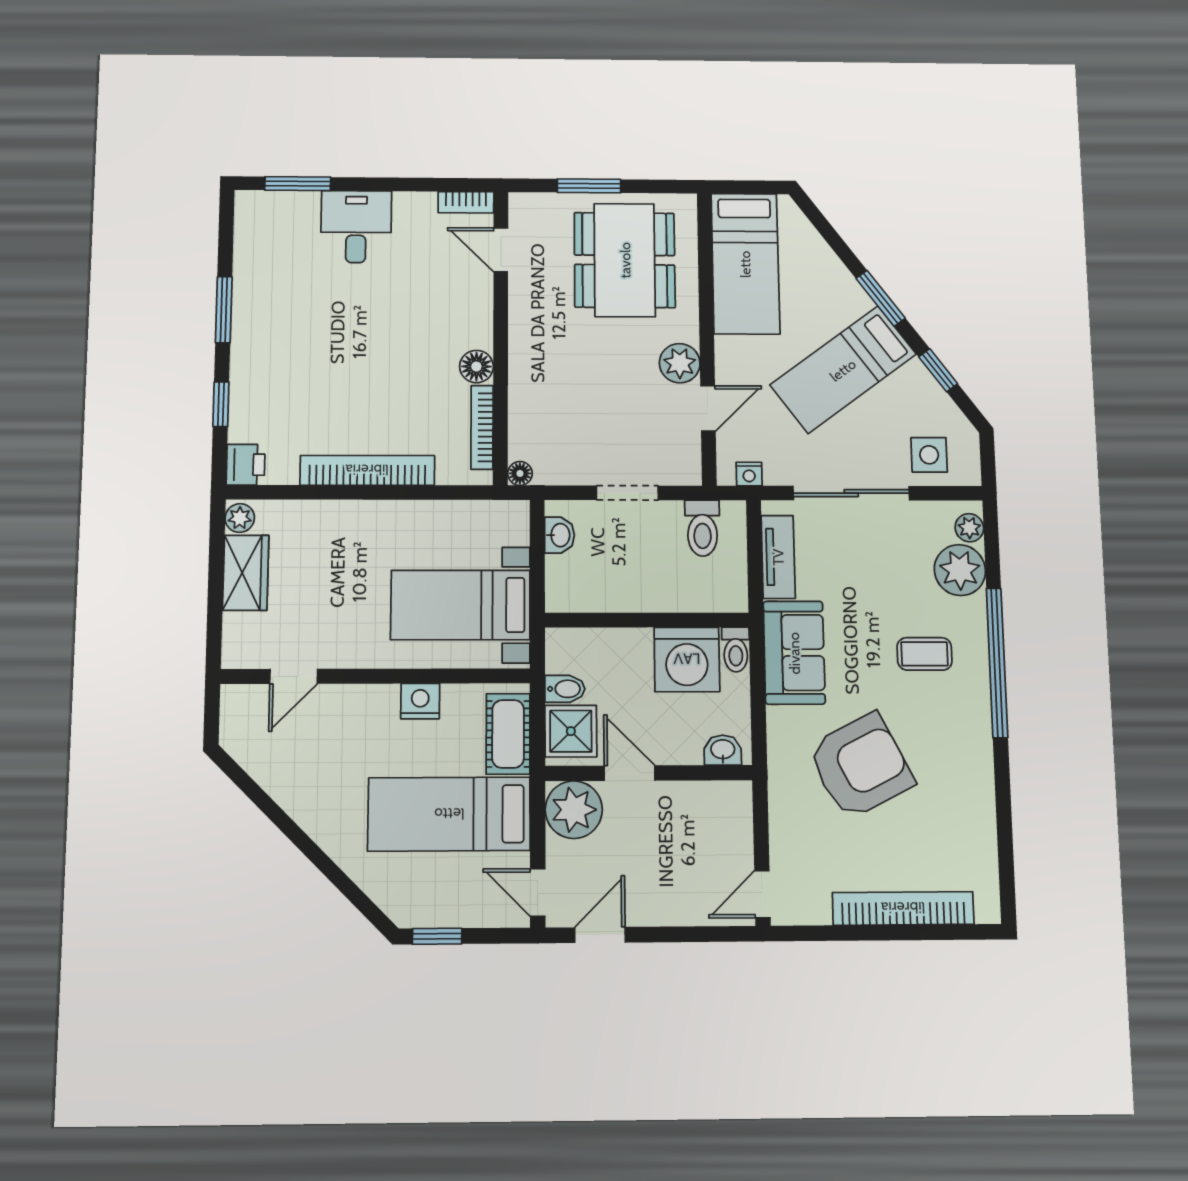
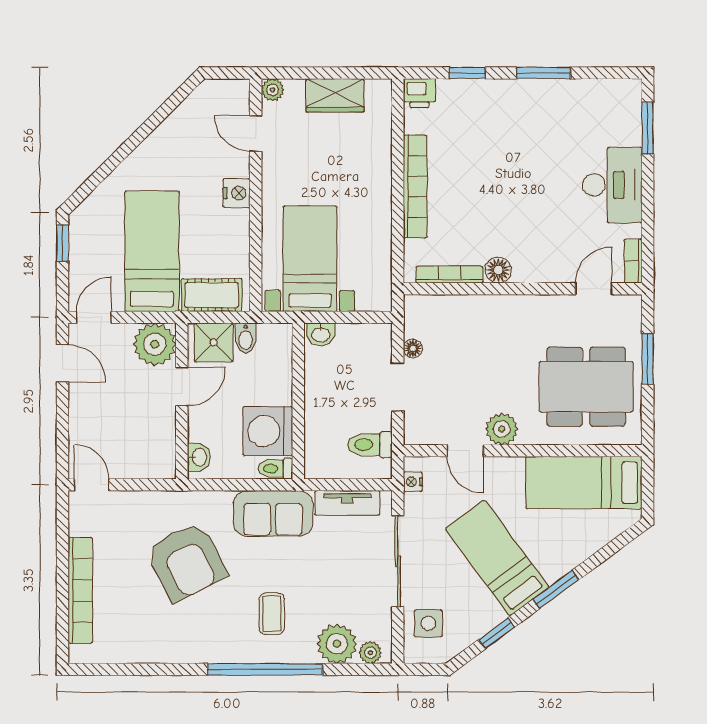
desk: (356, 227) -> (612, 185), width x1.37
floor lamp: (520, 473) -> (413, 348), moved
plant: (240, 518) -> (273, 90), moved
washbasin: (559, 535) -> (321, 334), moved
nightstand: (420, 701) -> (237, 193), moved

